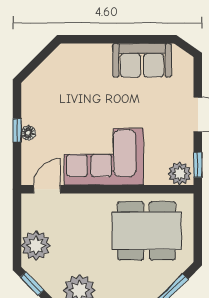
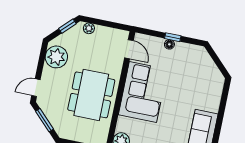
dining table: (147, 231) -> (91, 95), moved
plant: (36, 245) -> (89, 28), width x0.53, depth x0.53

